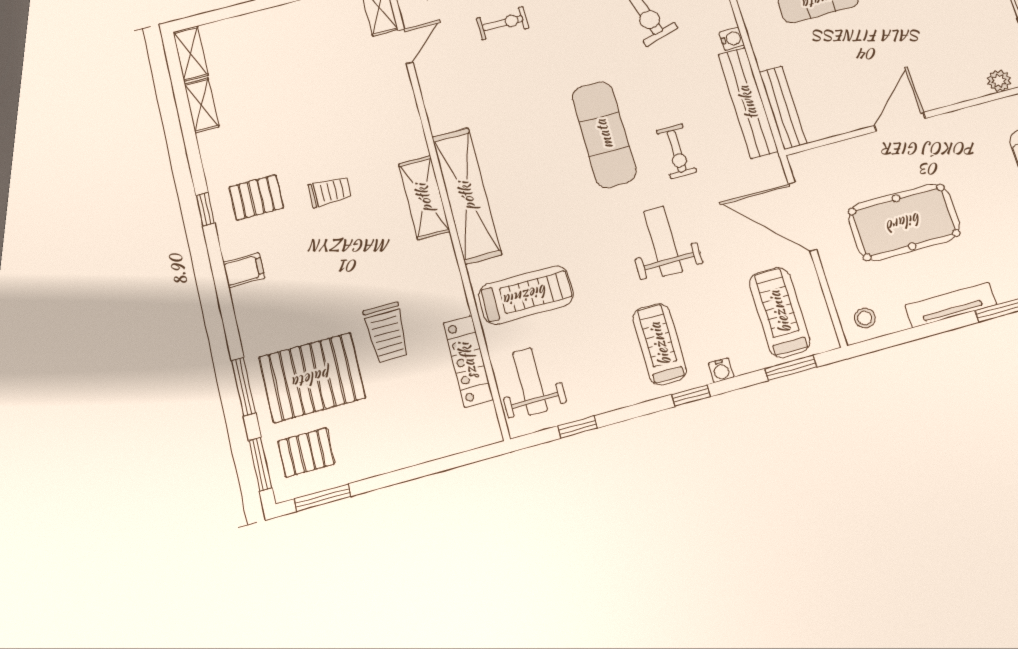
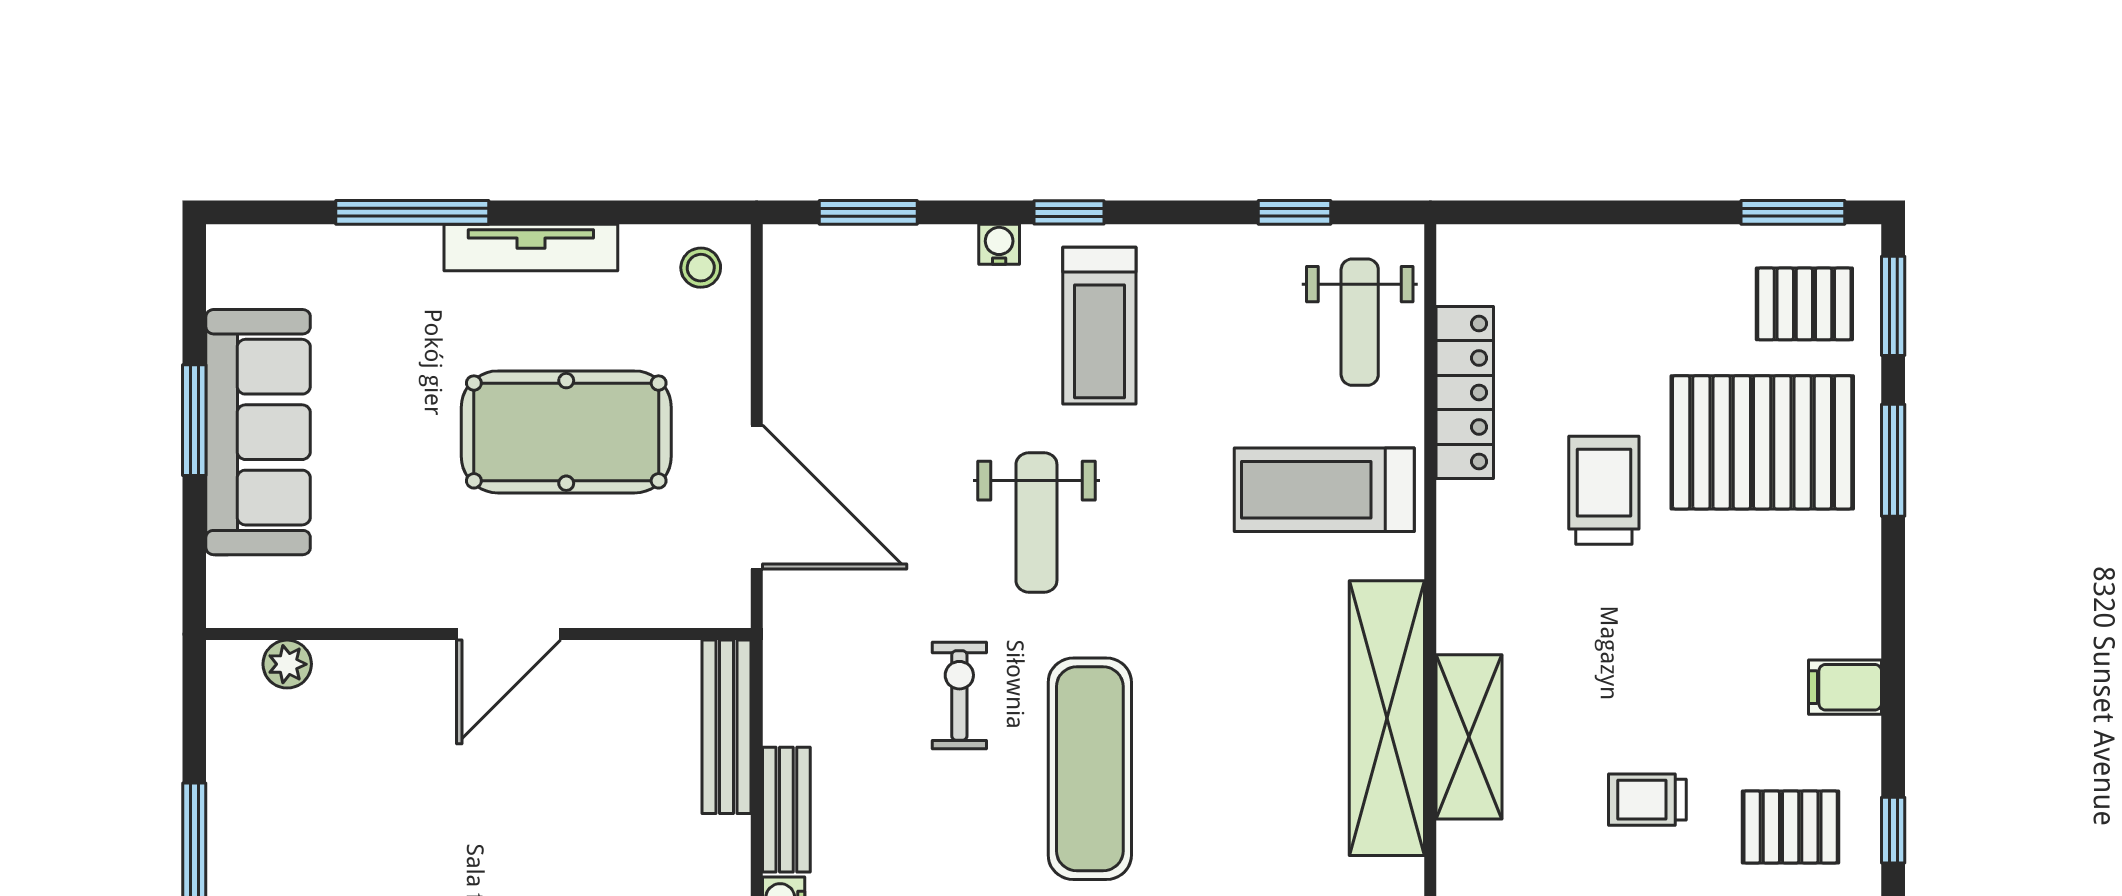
bench: (748, 103) -> (786, 810), width x0.54, depth x0.82
treadmill: (780, 312) -> (857, 323), removed

